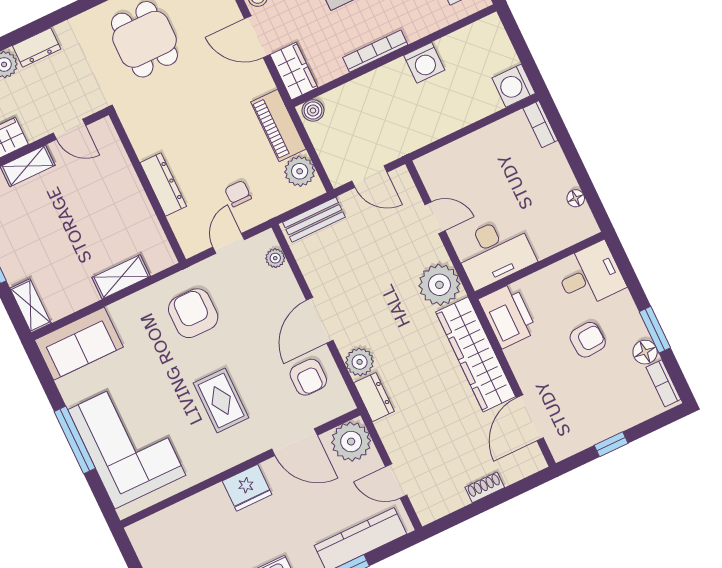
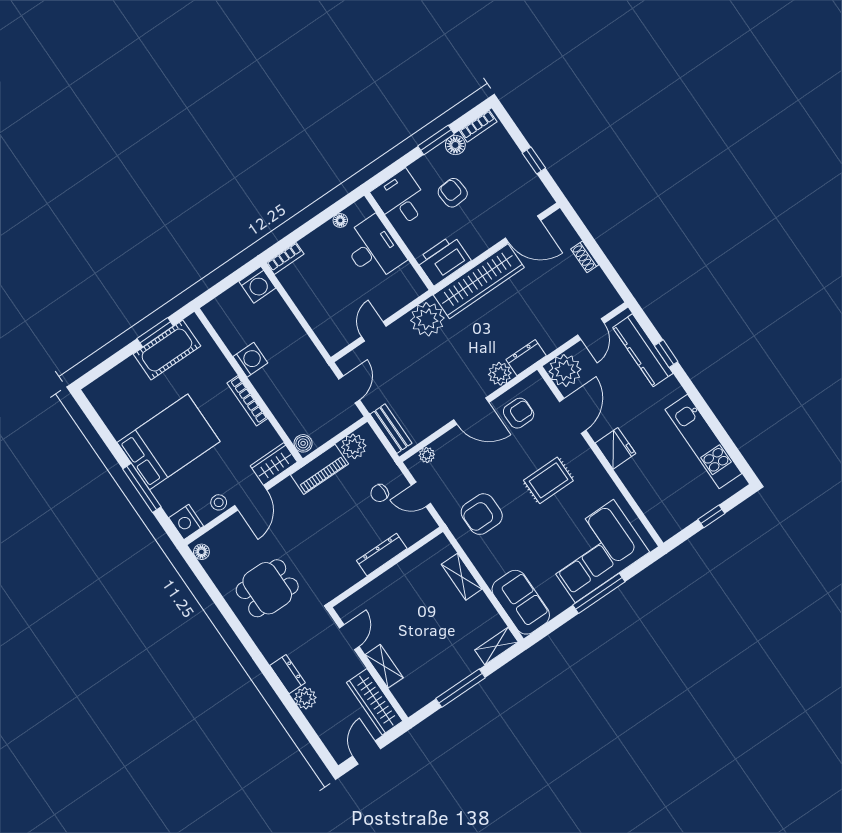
desk: (494, 252) -> (373, 249), moved

